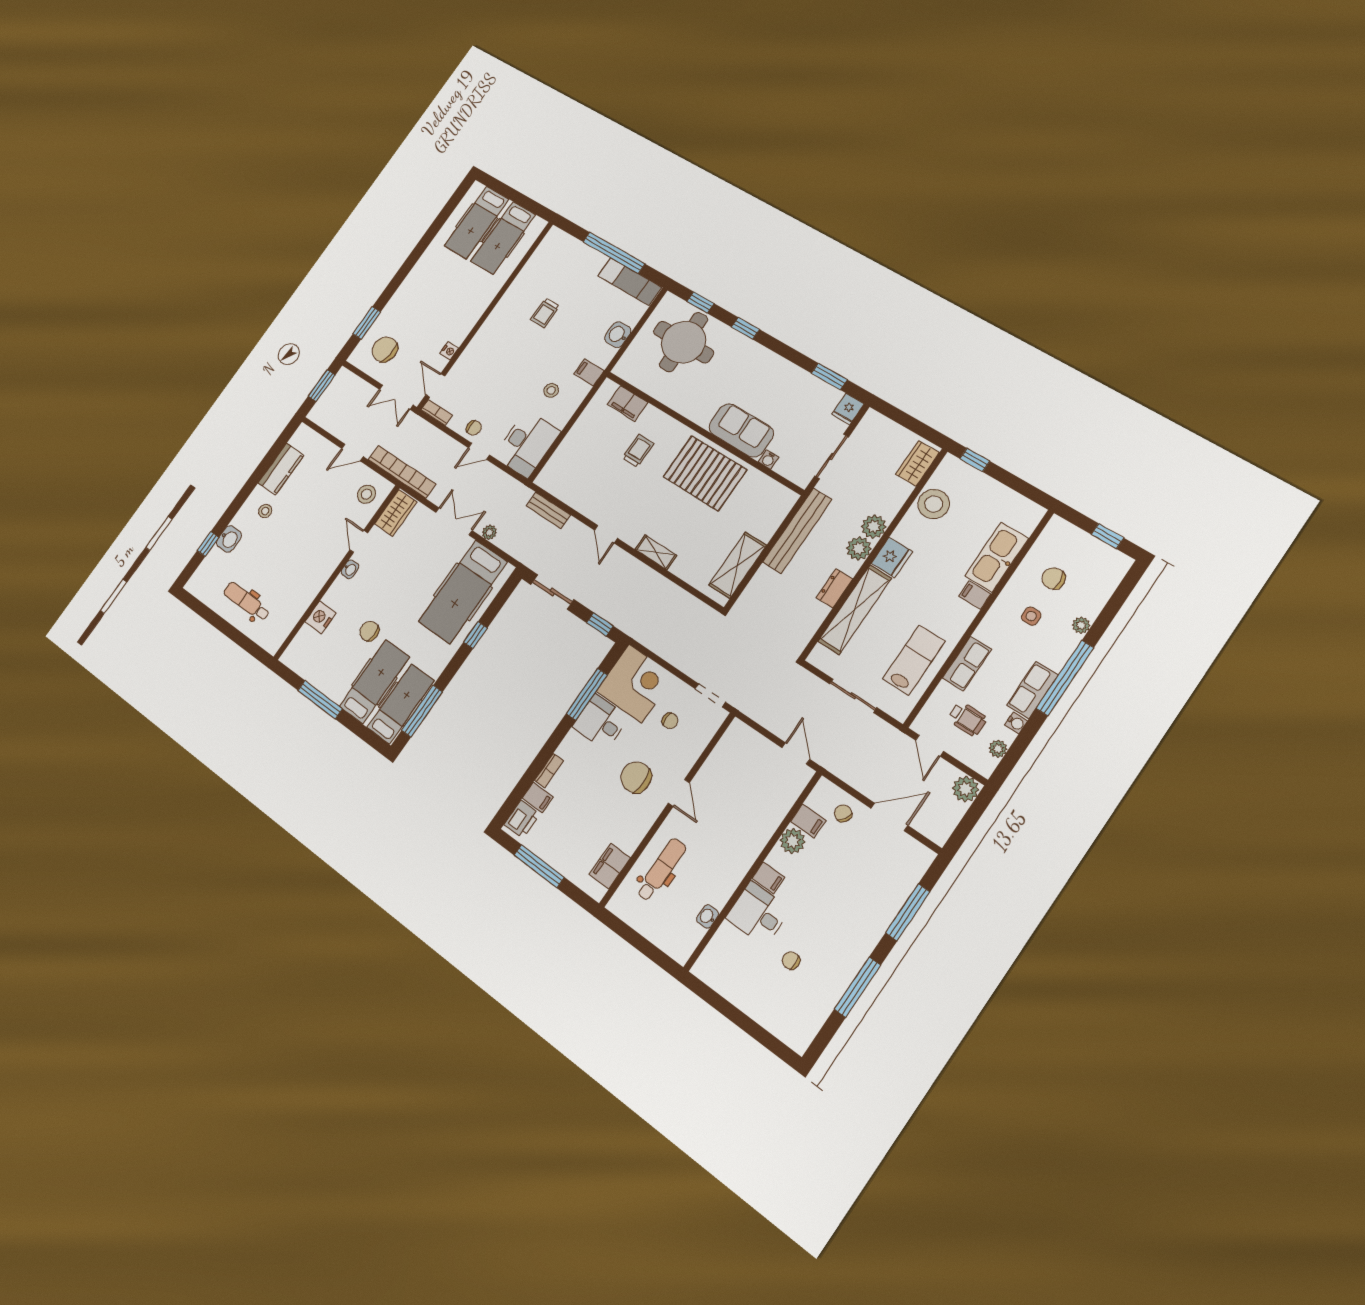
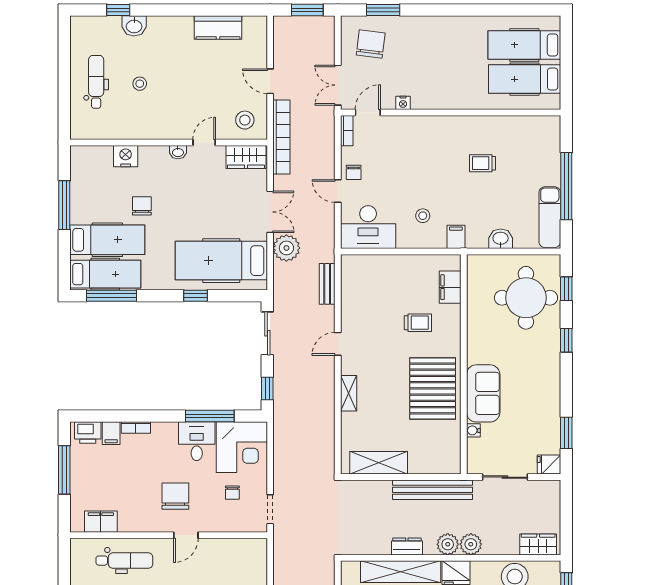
stool: (265, 511) -> (140, 84), moved
plant: (489, 532) -> (286, 248), width x1.87, depth x1.87

